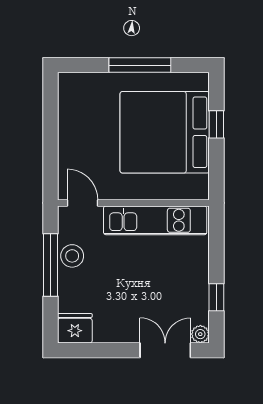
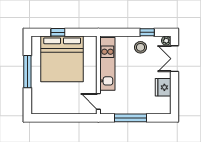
door: (82, 203) -> (98, 101), hinge flipped
stool: (72, 256) -> (140, 47), moved
fridge: (75, 328) -> (163, 87), moved

